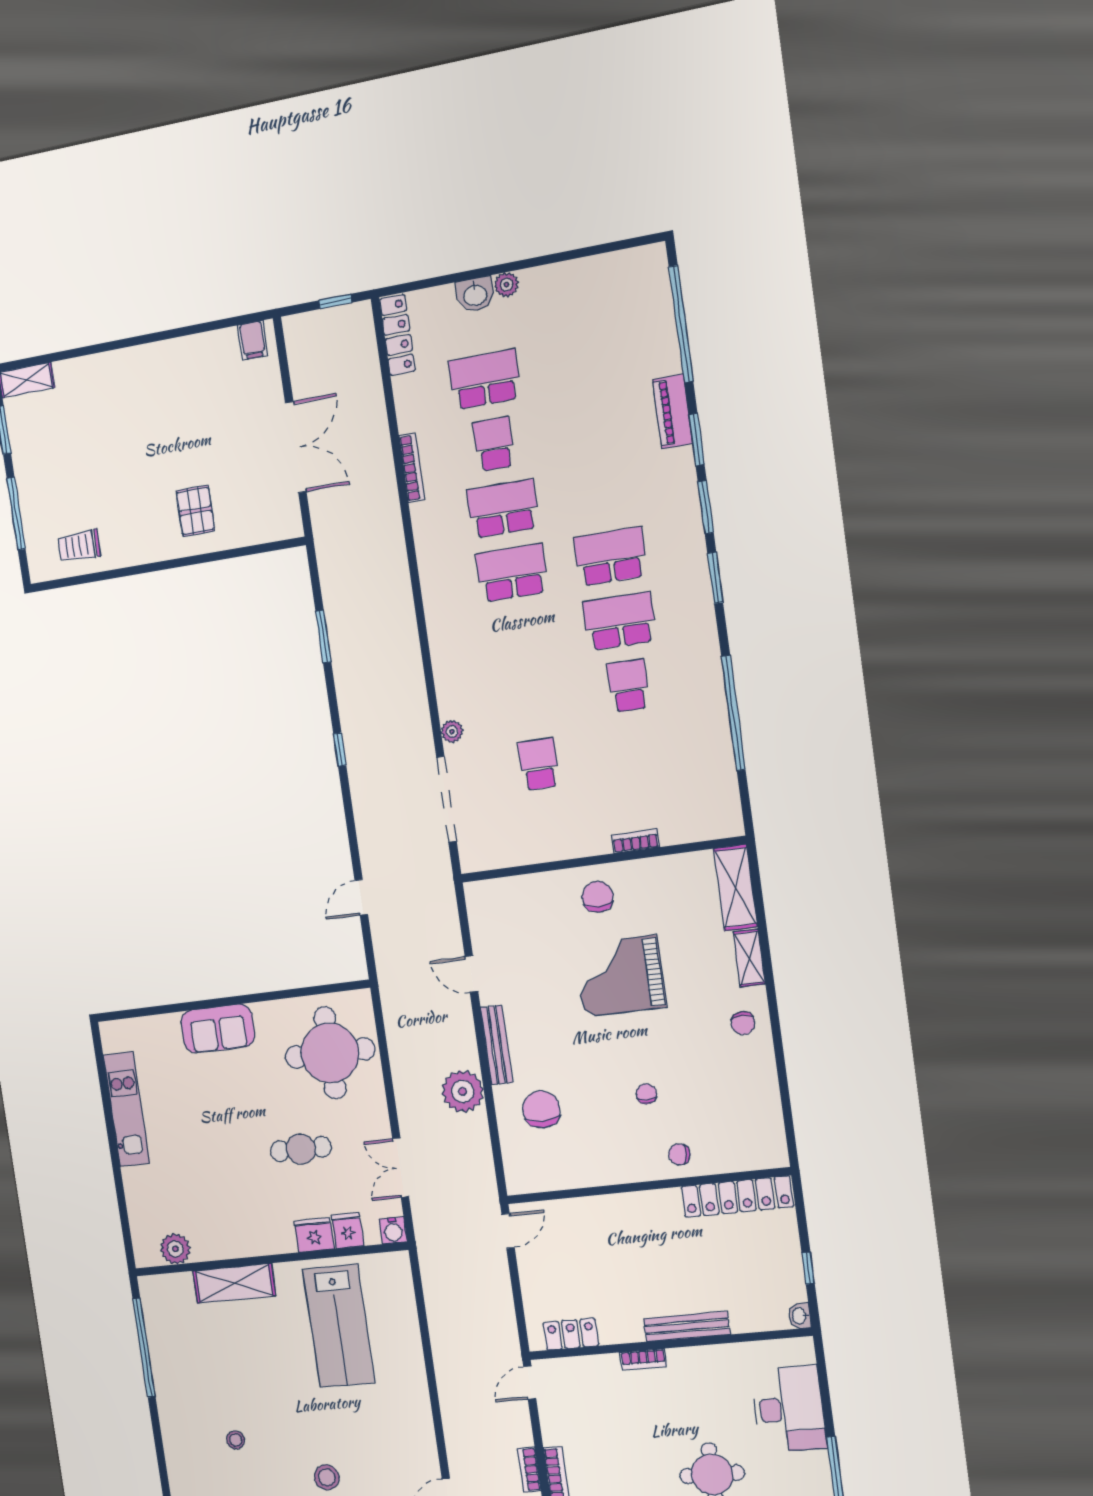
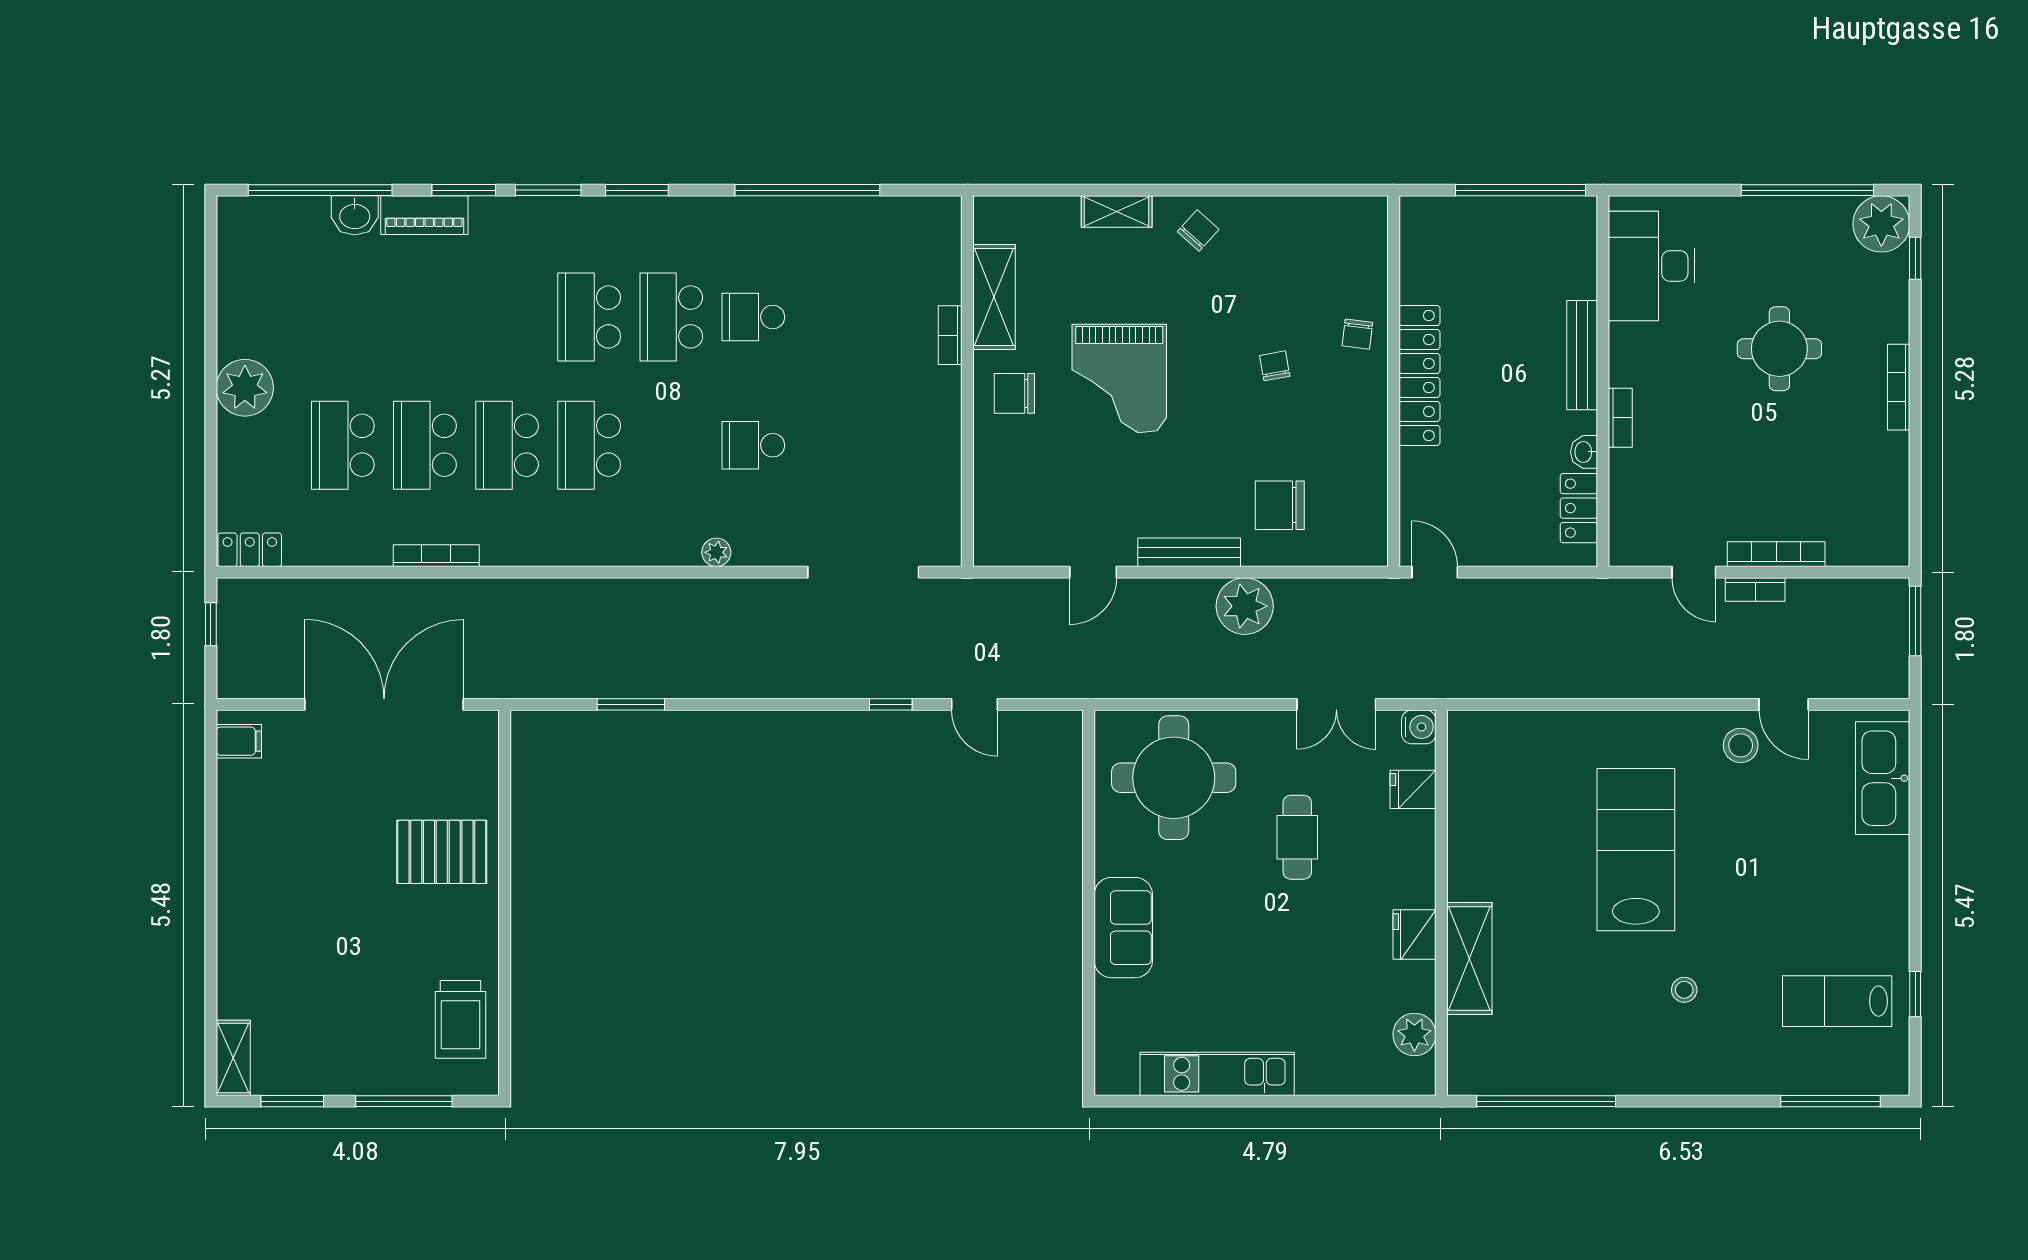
plant: (506, 285) -> (245, 388), width x1.88, depth x1.88
washbasin: (475, 294) -> (355, 215), moved, turned 90
locker: (397, 335) -> (250, 550), width x0.66
school desk: (494, 444) -> (425, 445), width x1.85
double door: (296, 447) -> (384, 704), width x1.36
pallet: (195, 511) -> (442, 852), width x1.50, depth x1.42
trolley: (79, 546) -> (460, 1019), width x1.36, depth x1.39
plant: (452, 731) -> (716, 552), moved
window: (340, 750) -> (891, 704), moved
school desk: (539, 764) -> (753, 445), moved
shelving: (736, 888) -> (994, 297), moved, turned 90
chair: (743, 1023) -> (1198, 231), turned -48
chair: (646, 1094) -> (1275, 366), turned 80
locker: (737, 1197) -> (1419, 375), moved
fridge: (314, 1235) -> (1414, 934), moved
window: (808, 1268) -> (1520, 190), width x3.17
washbasin: (800, 1316) -> (1584, 452), moved, turned 90
lab bench: (339, 1326) -> (1636, 850), moved, turned -90
door: (530, 1383) -> (1694, 572), moved
desk: (789, 1409) -> (1652, 266), moved, turned -90
stool: (327, 1477) -> (1741, 745), moved

